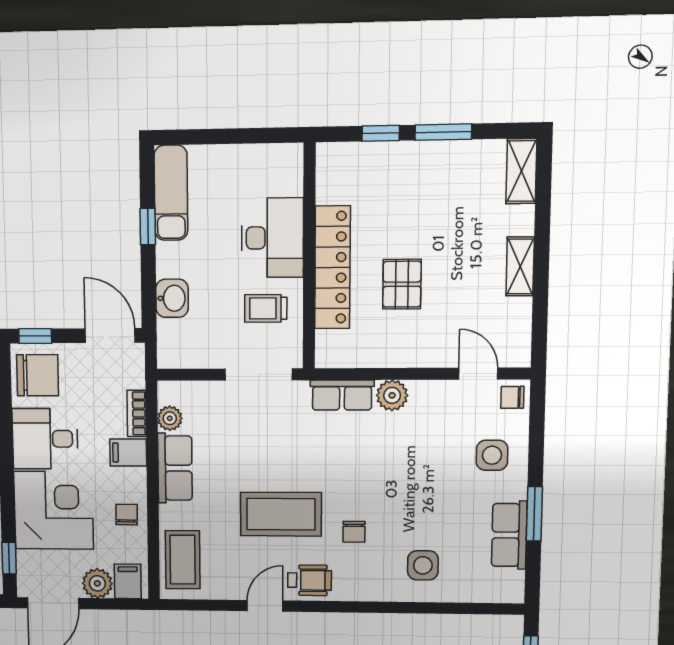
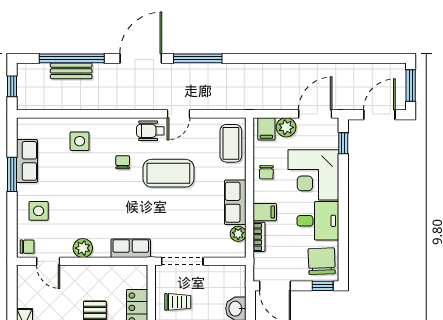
chair: (38, 375) -> (322, 261), turned 88
plant: (392, 395) -> (83, 248), moved

